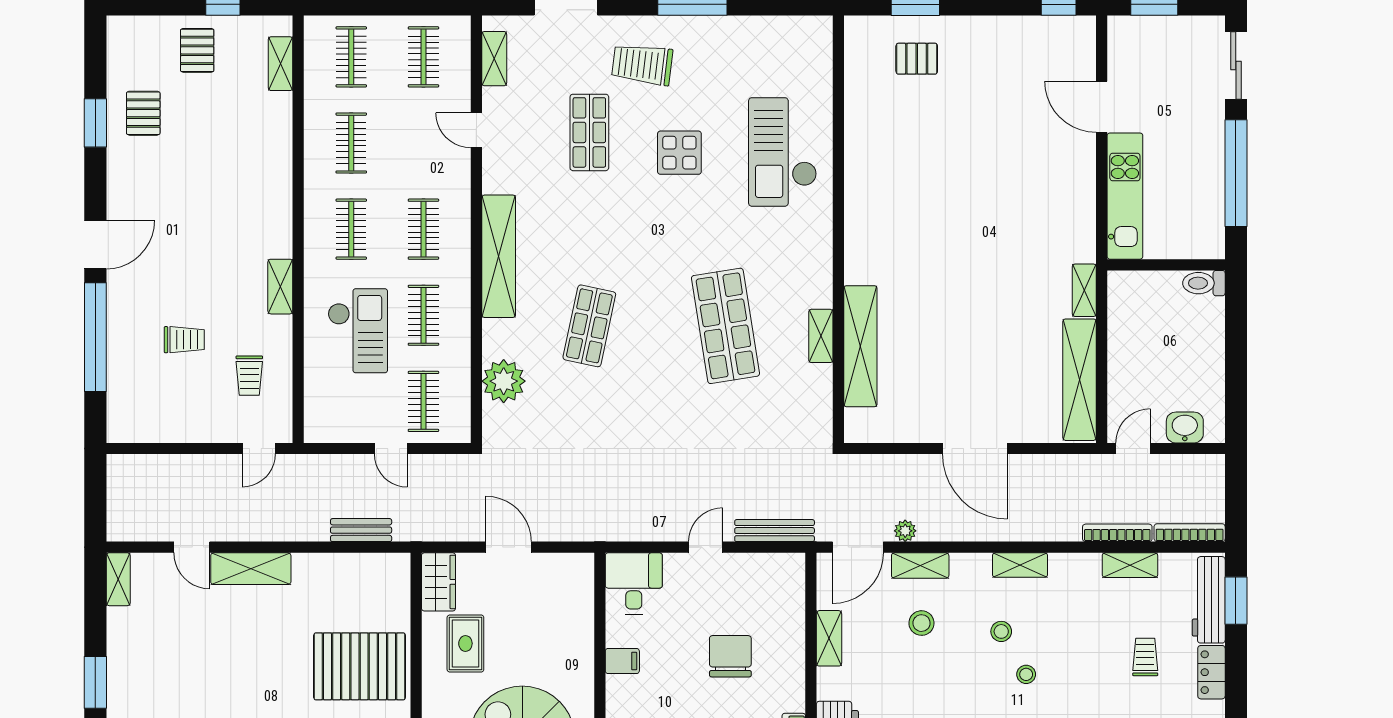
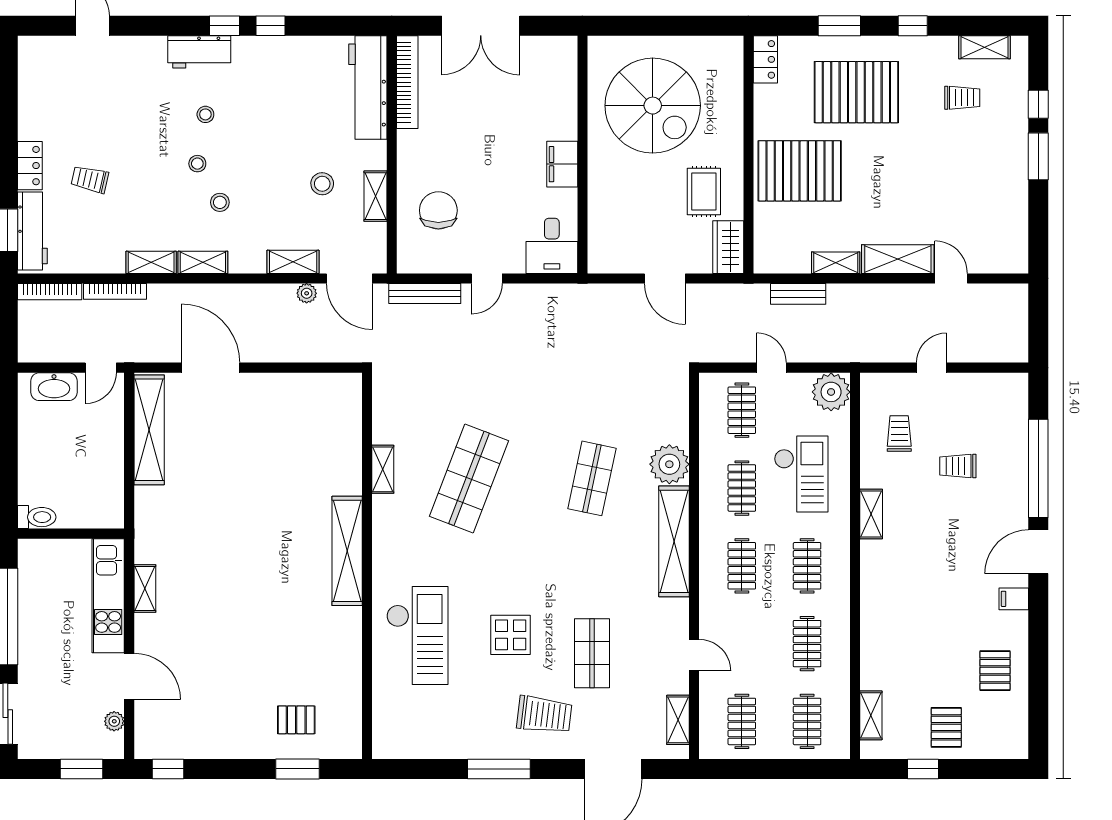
plant: (1118, 57) -> (114, 721), added
window: (95, 123) -> (1038, 662), removed
filing cabinet: (122, 193) -> (1014, 599), added
shelving: (1084, 290) -> (145, 588), moved
shop shelf: (725, 326) -> (469, 478), turned 30
checkout: (358, 331) -> (801, 474), turned 180
shelving: (860, 346) -> (347, 551), moved
plant: (504, 381) -> (669, 464), moved
plant: (325, 422) -> (831, 392), added
washbasin: (1185, 427) -> (54, 387), width x1.38
door: (259, 449) -> (932, 368), moved
door: (975, 449) -> (211, 368), moved
door: (858, 547) -> (349, 278), swing flipped
shelving: (1130, 565) -> (151, 262), moved
shelving: (118, 579) -> (836, 263), moved, turned 90
stool: (921, 623) -> (322, 184), moved
chair: (730, 656) -> (438, 210), moved, turned 180
trolley: (1145, 657) -> (90, 179), turned 103
filing cabinet: (622, 661) -> (562, 164), width x2.00

